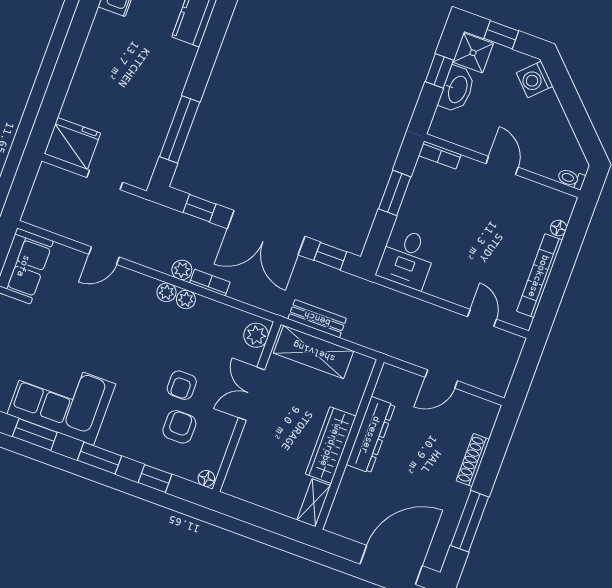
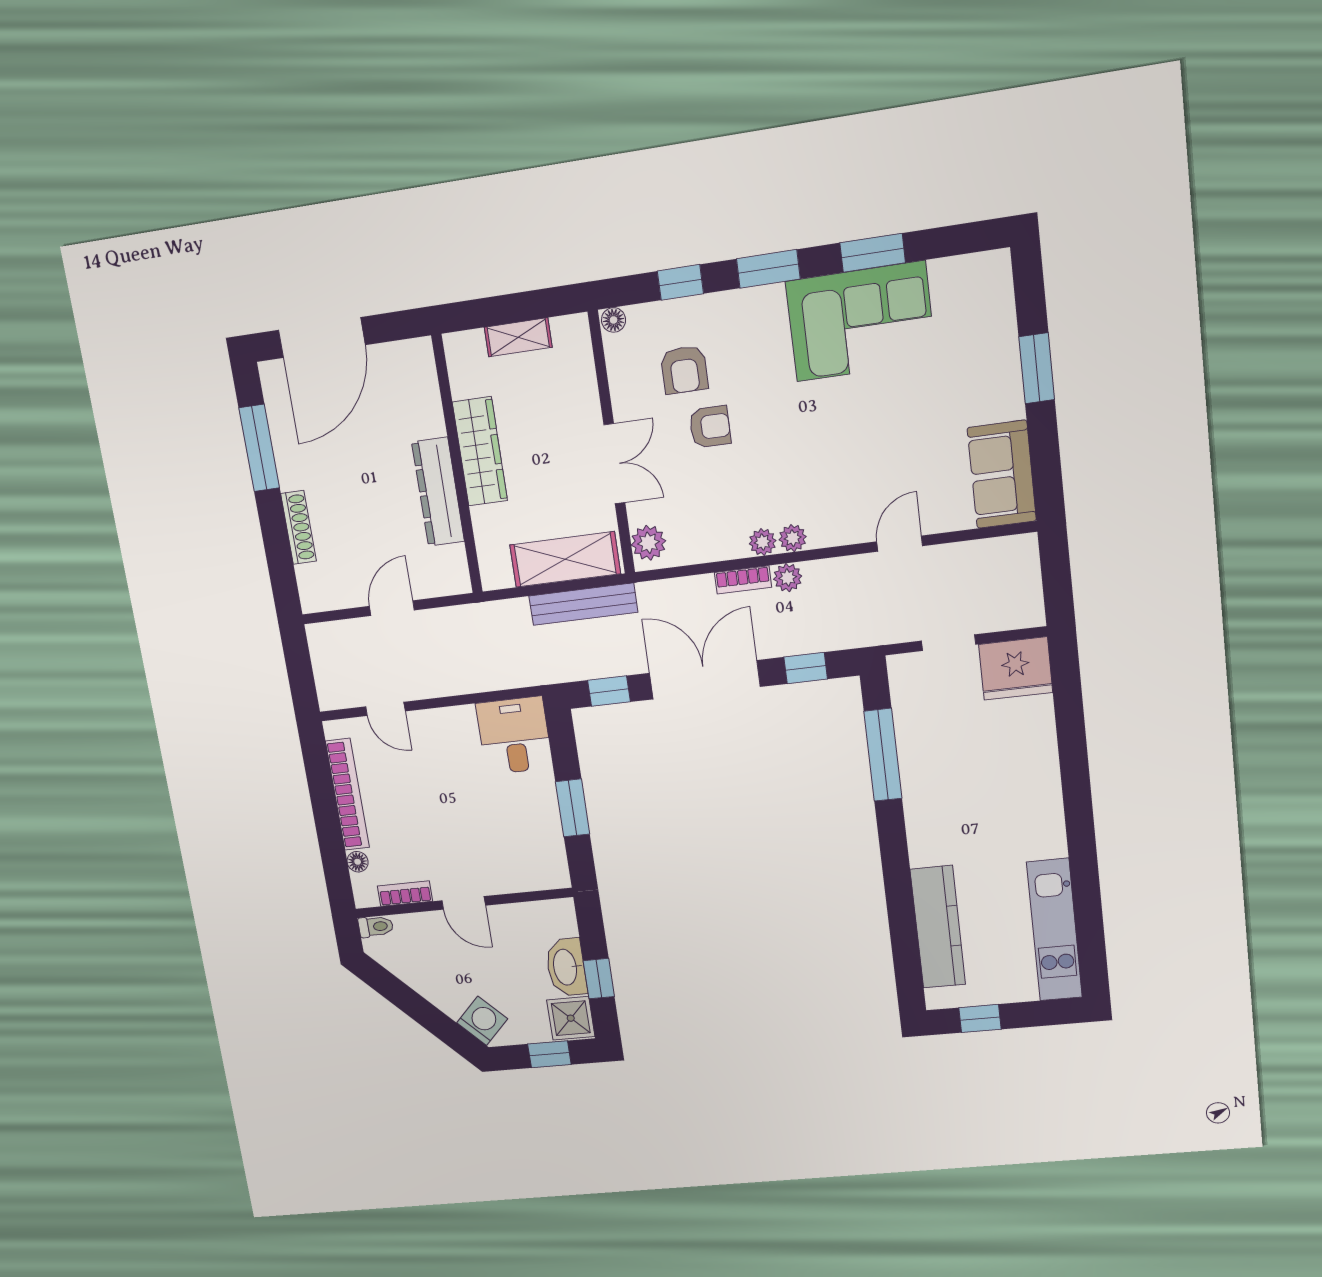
bookcase: (440, 155) -> (405, 894), moved
bench: (317, 319) -> (583, 604), width x1.36
armchair: (182, 385) -> (710, 427), turned 90
shelving: (314, 503) -> (518, 337), moved, turned 90

